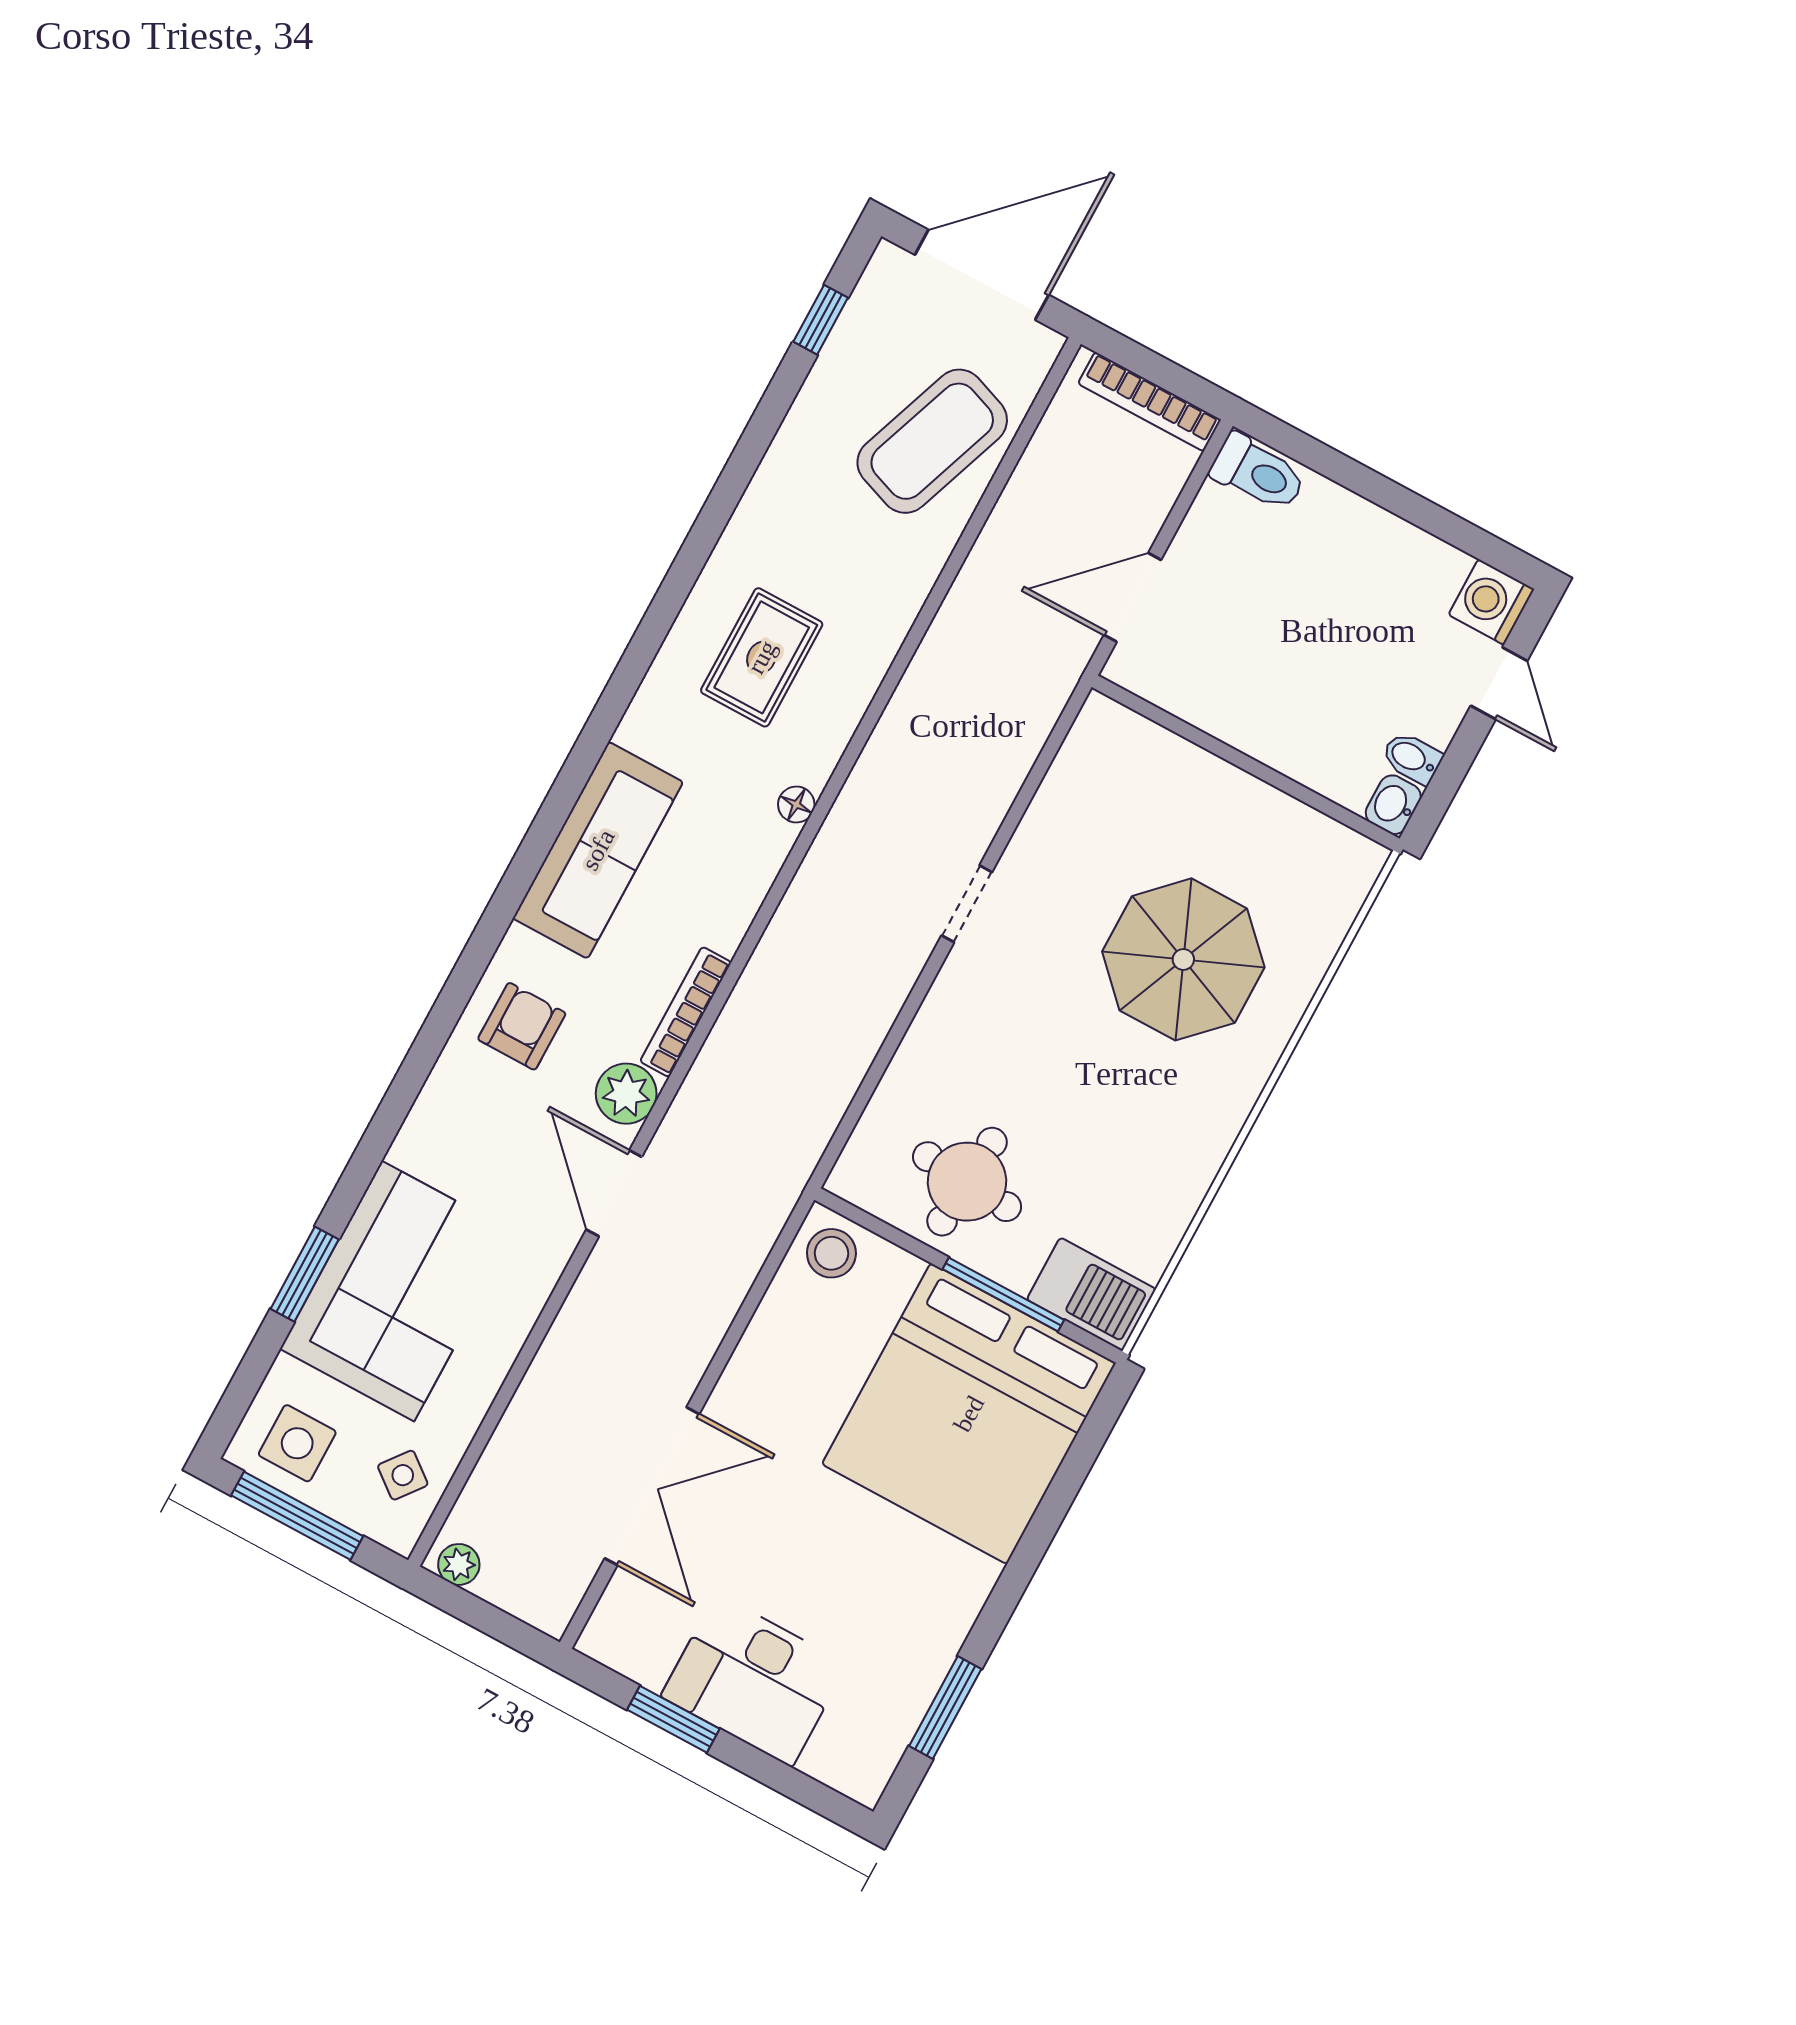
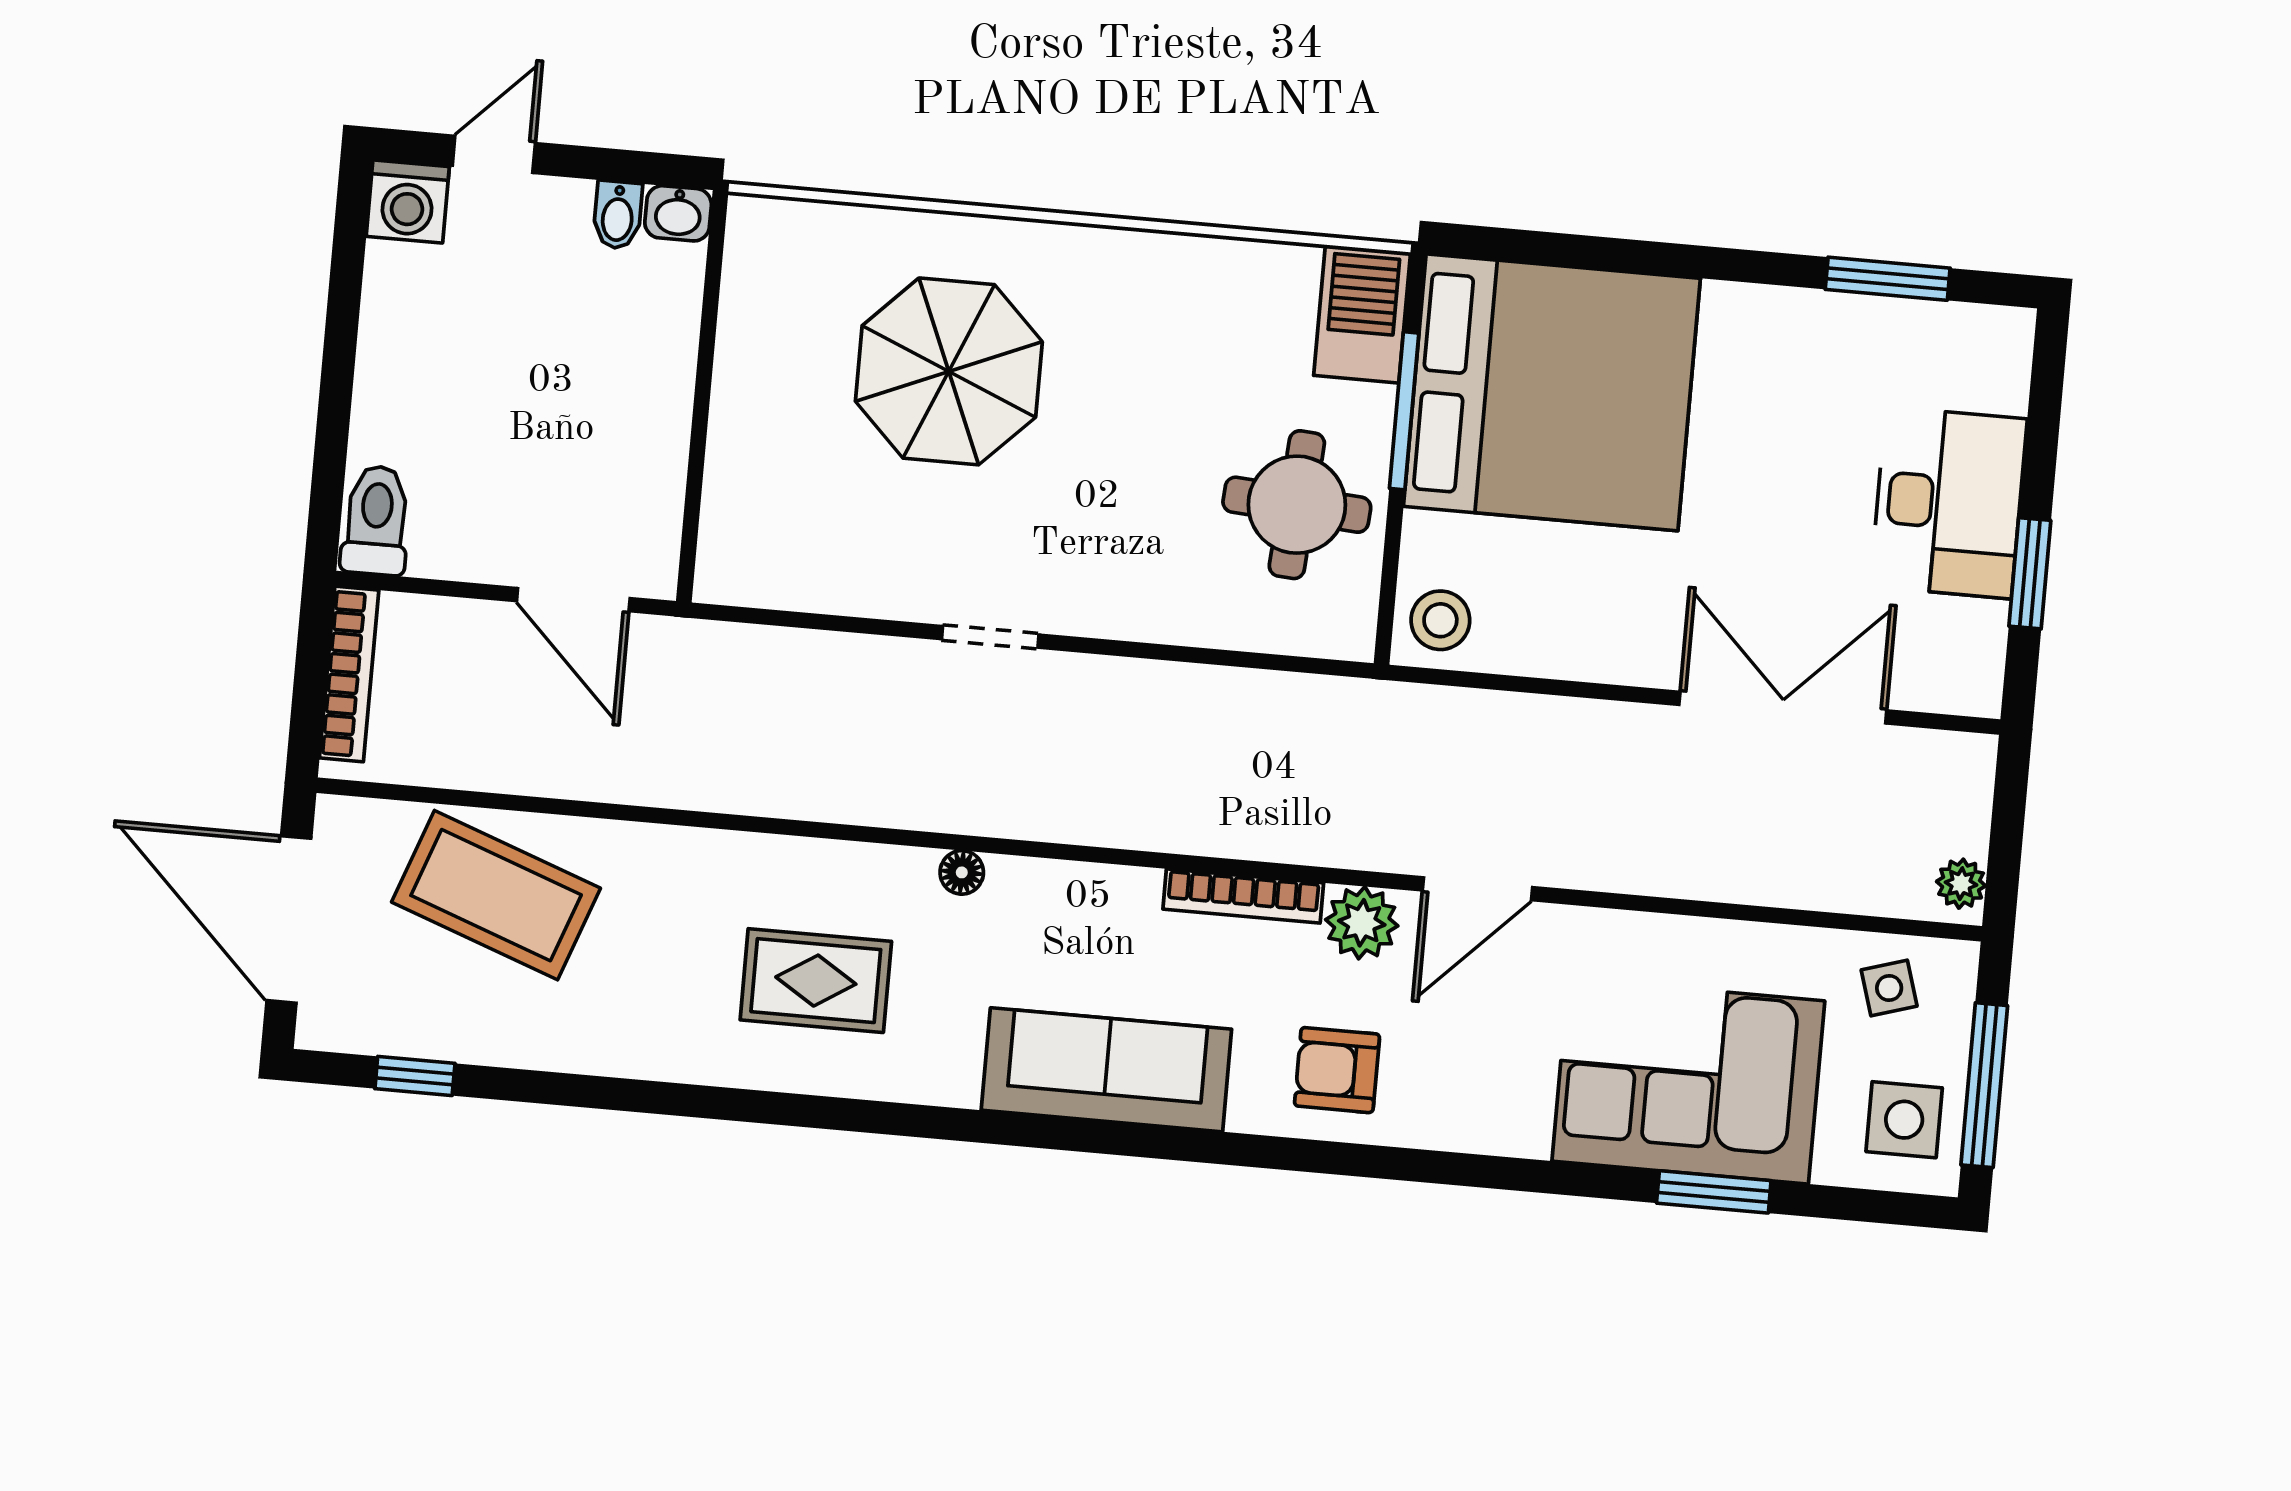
side table: (403, 1475) -> (1889, 988), turned 35

